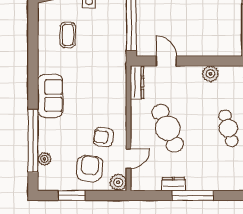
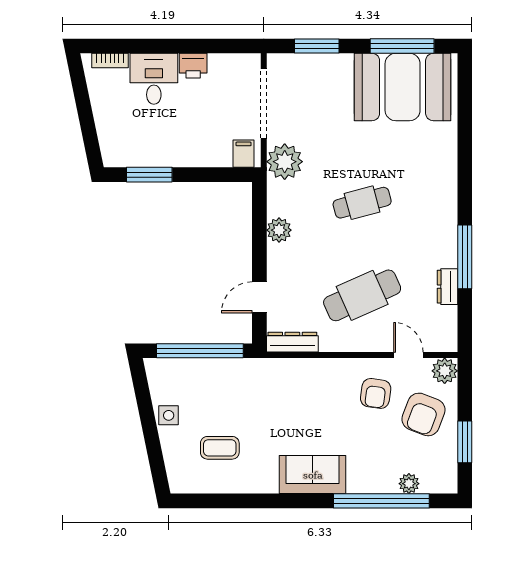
armchair: (90, 168) -> (424, 414), turned -75

